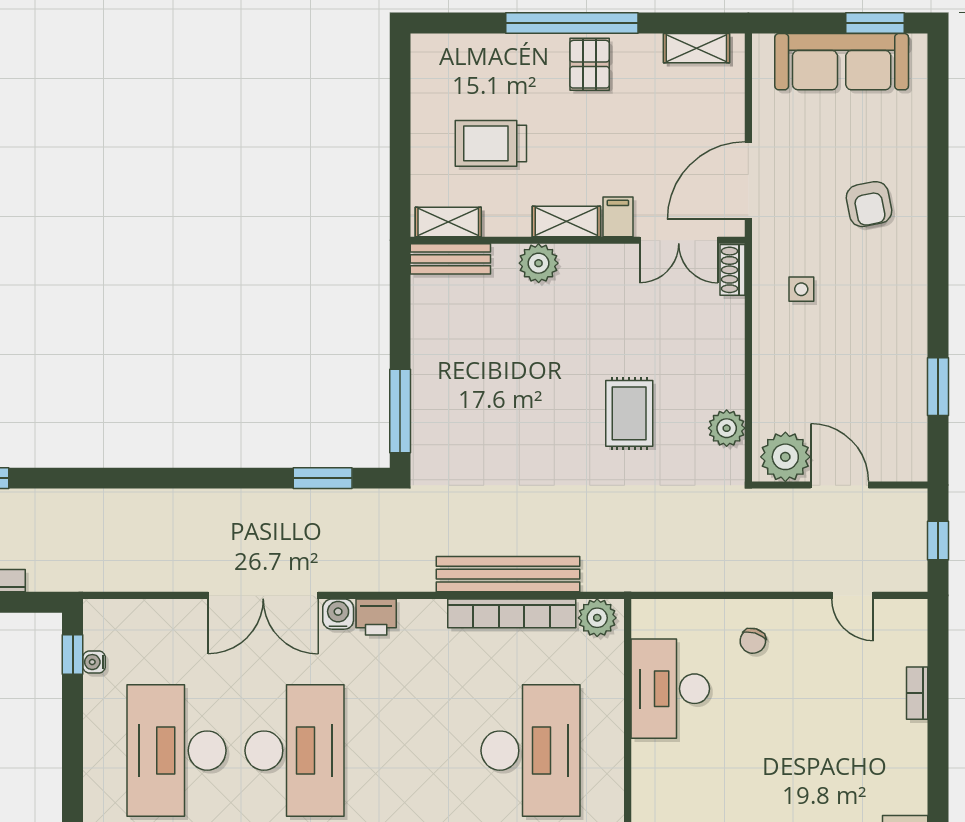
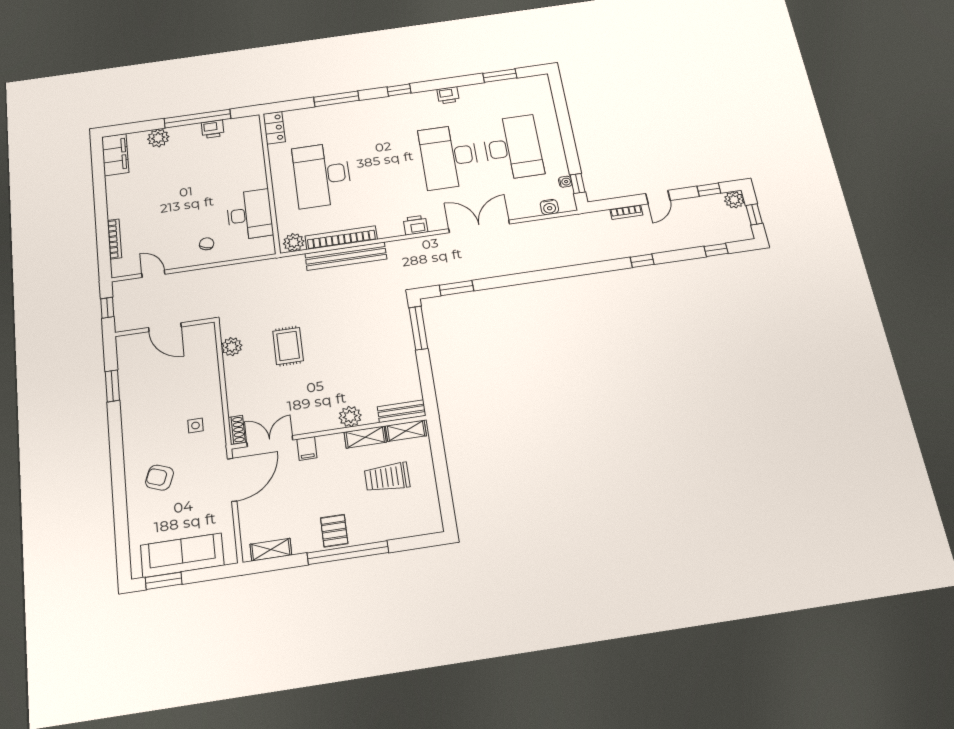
trolley: (491, 143) -> (387, 477), turned 180
armchair: (869, 204) -> (159, 478), turned -58
shelving: (566, 222) -> (365, 437), moved
plant: (785, 457) -> (197, 337), removed
water cooler: (338, 614) -> (549, 207), moved
bookcase: (917, 693) -> (114, 239), width x1.56

